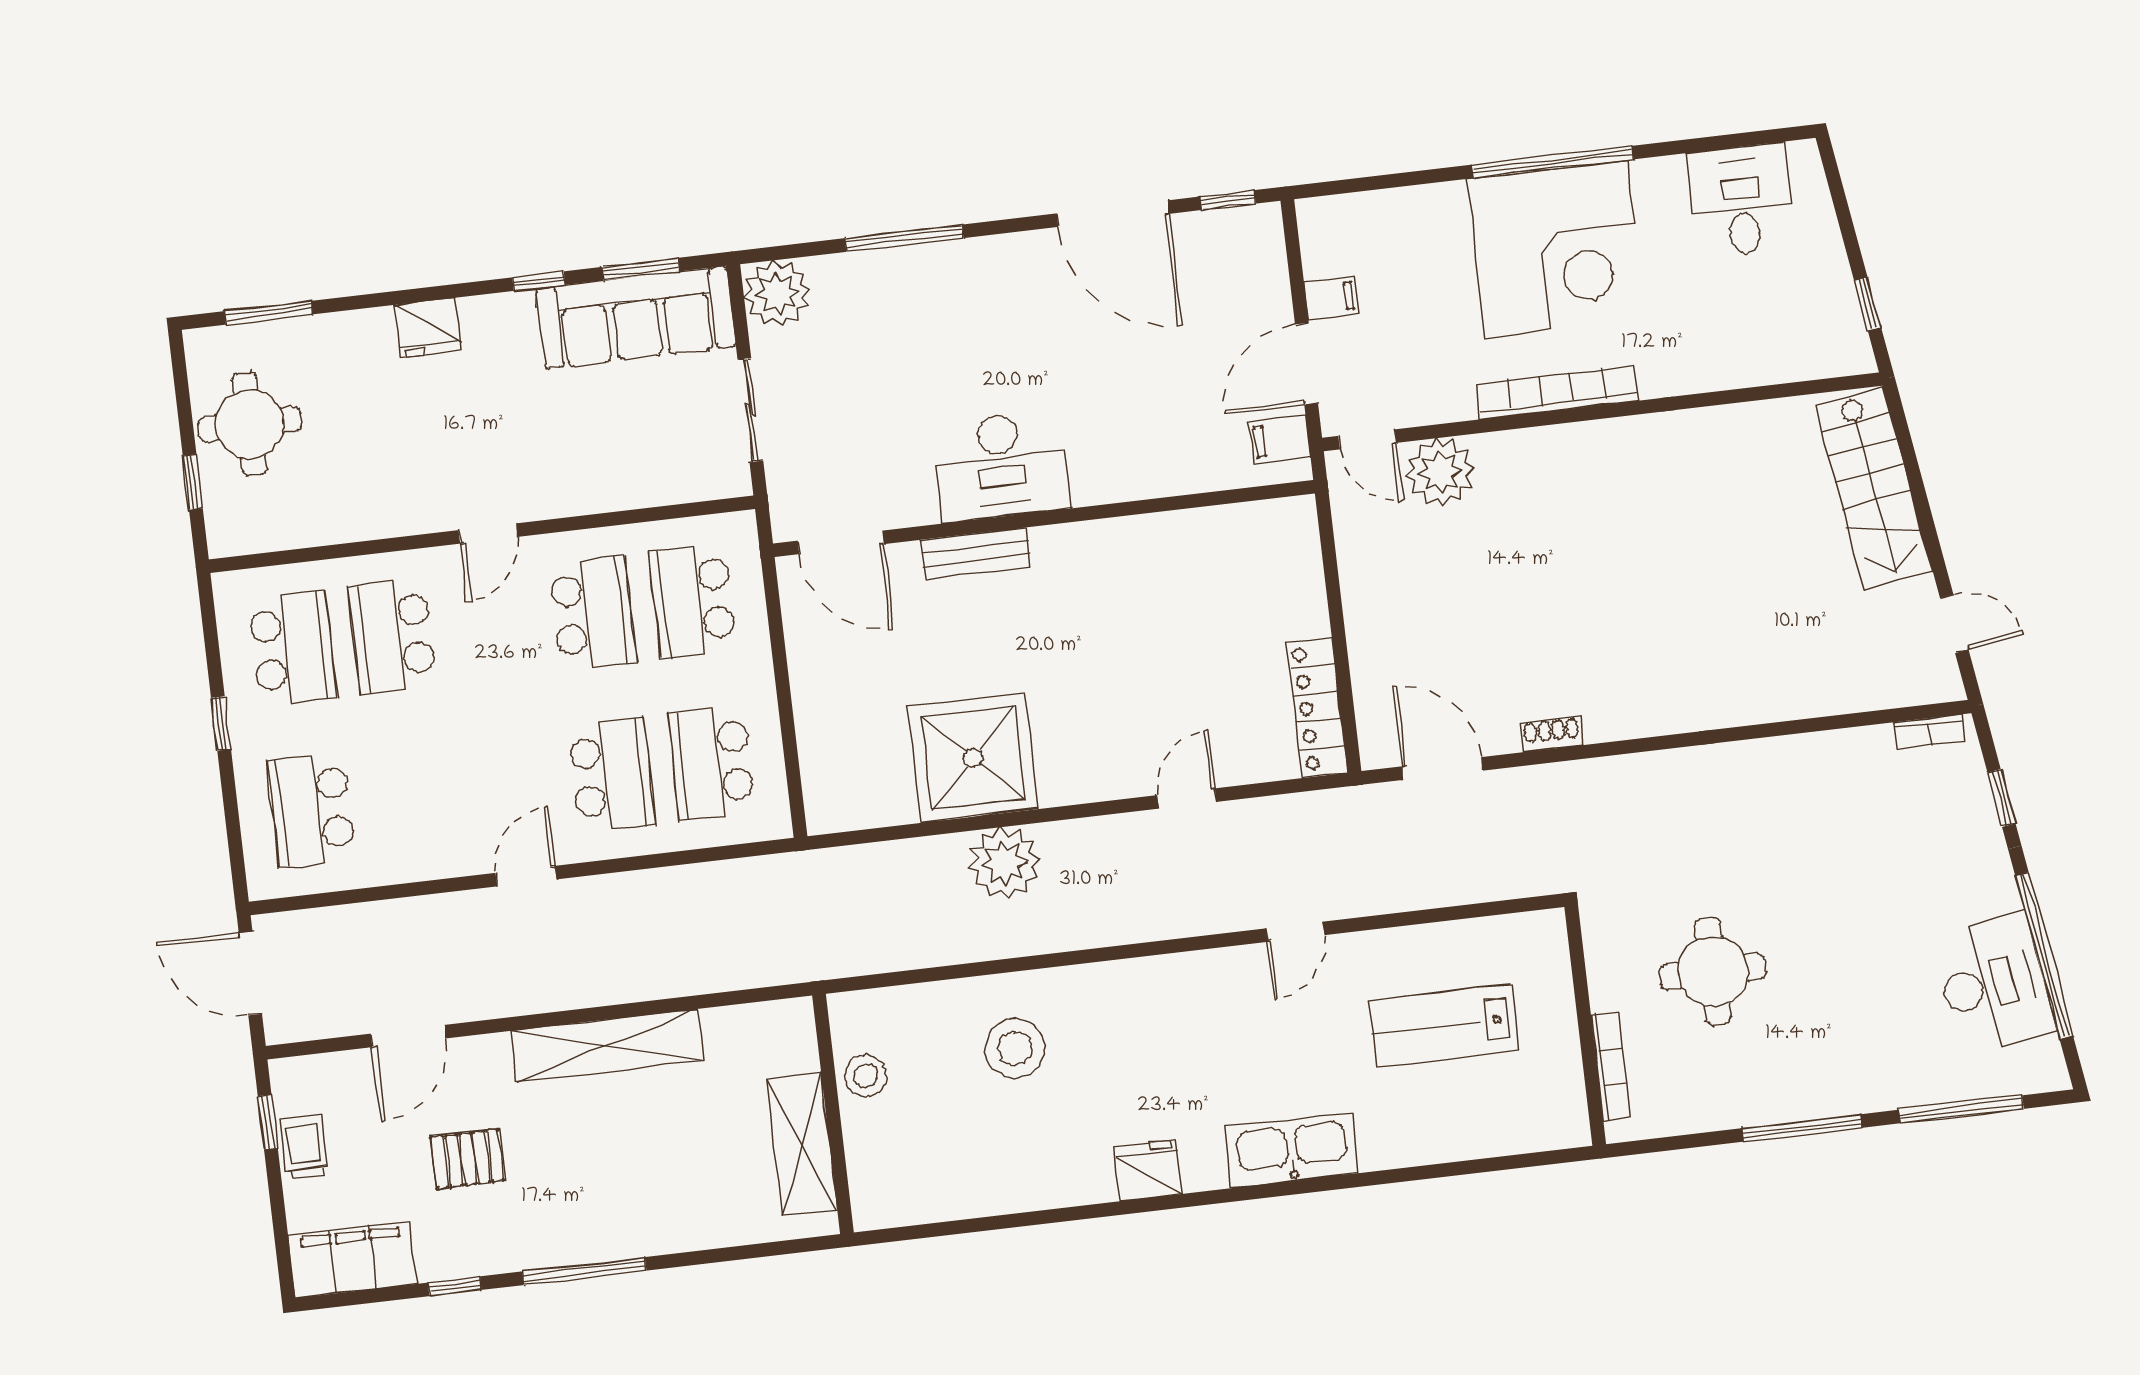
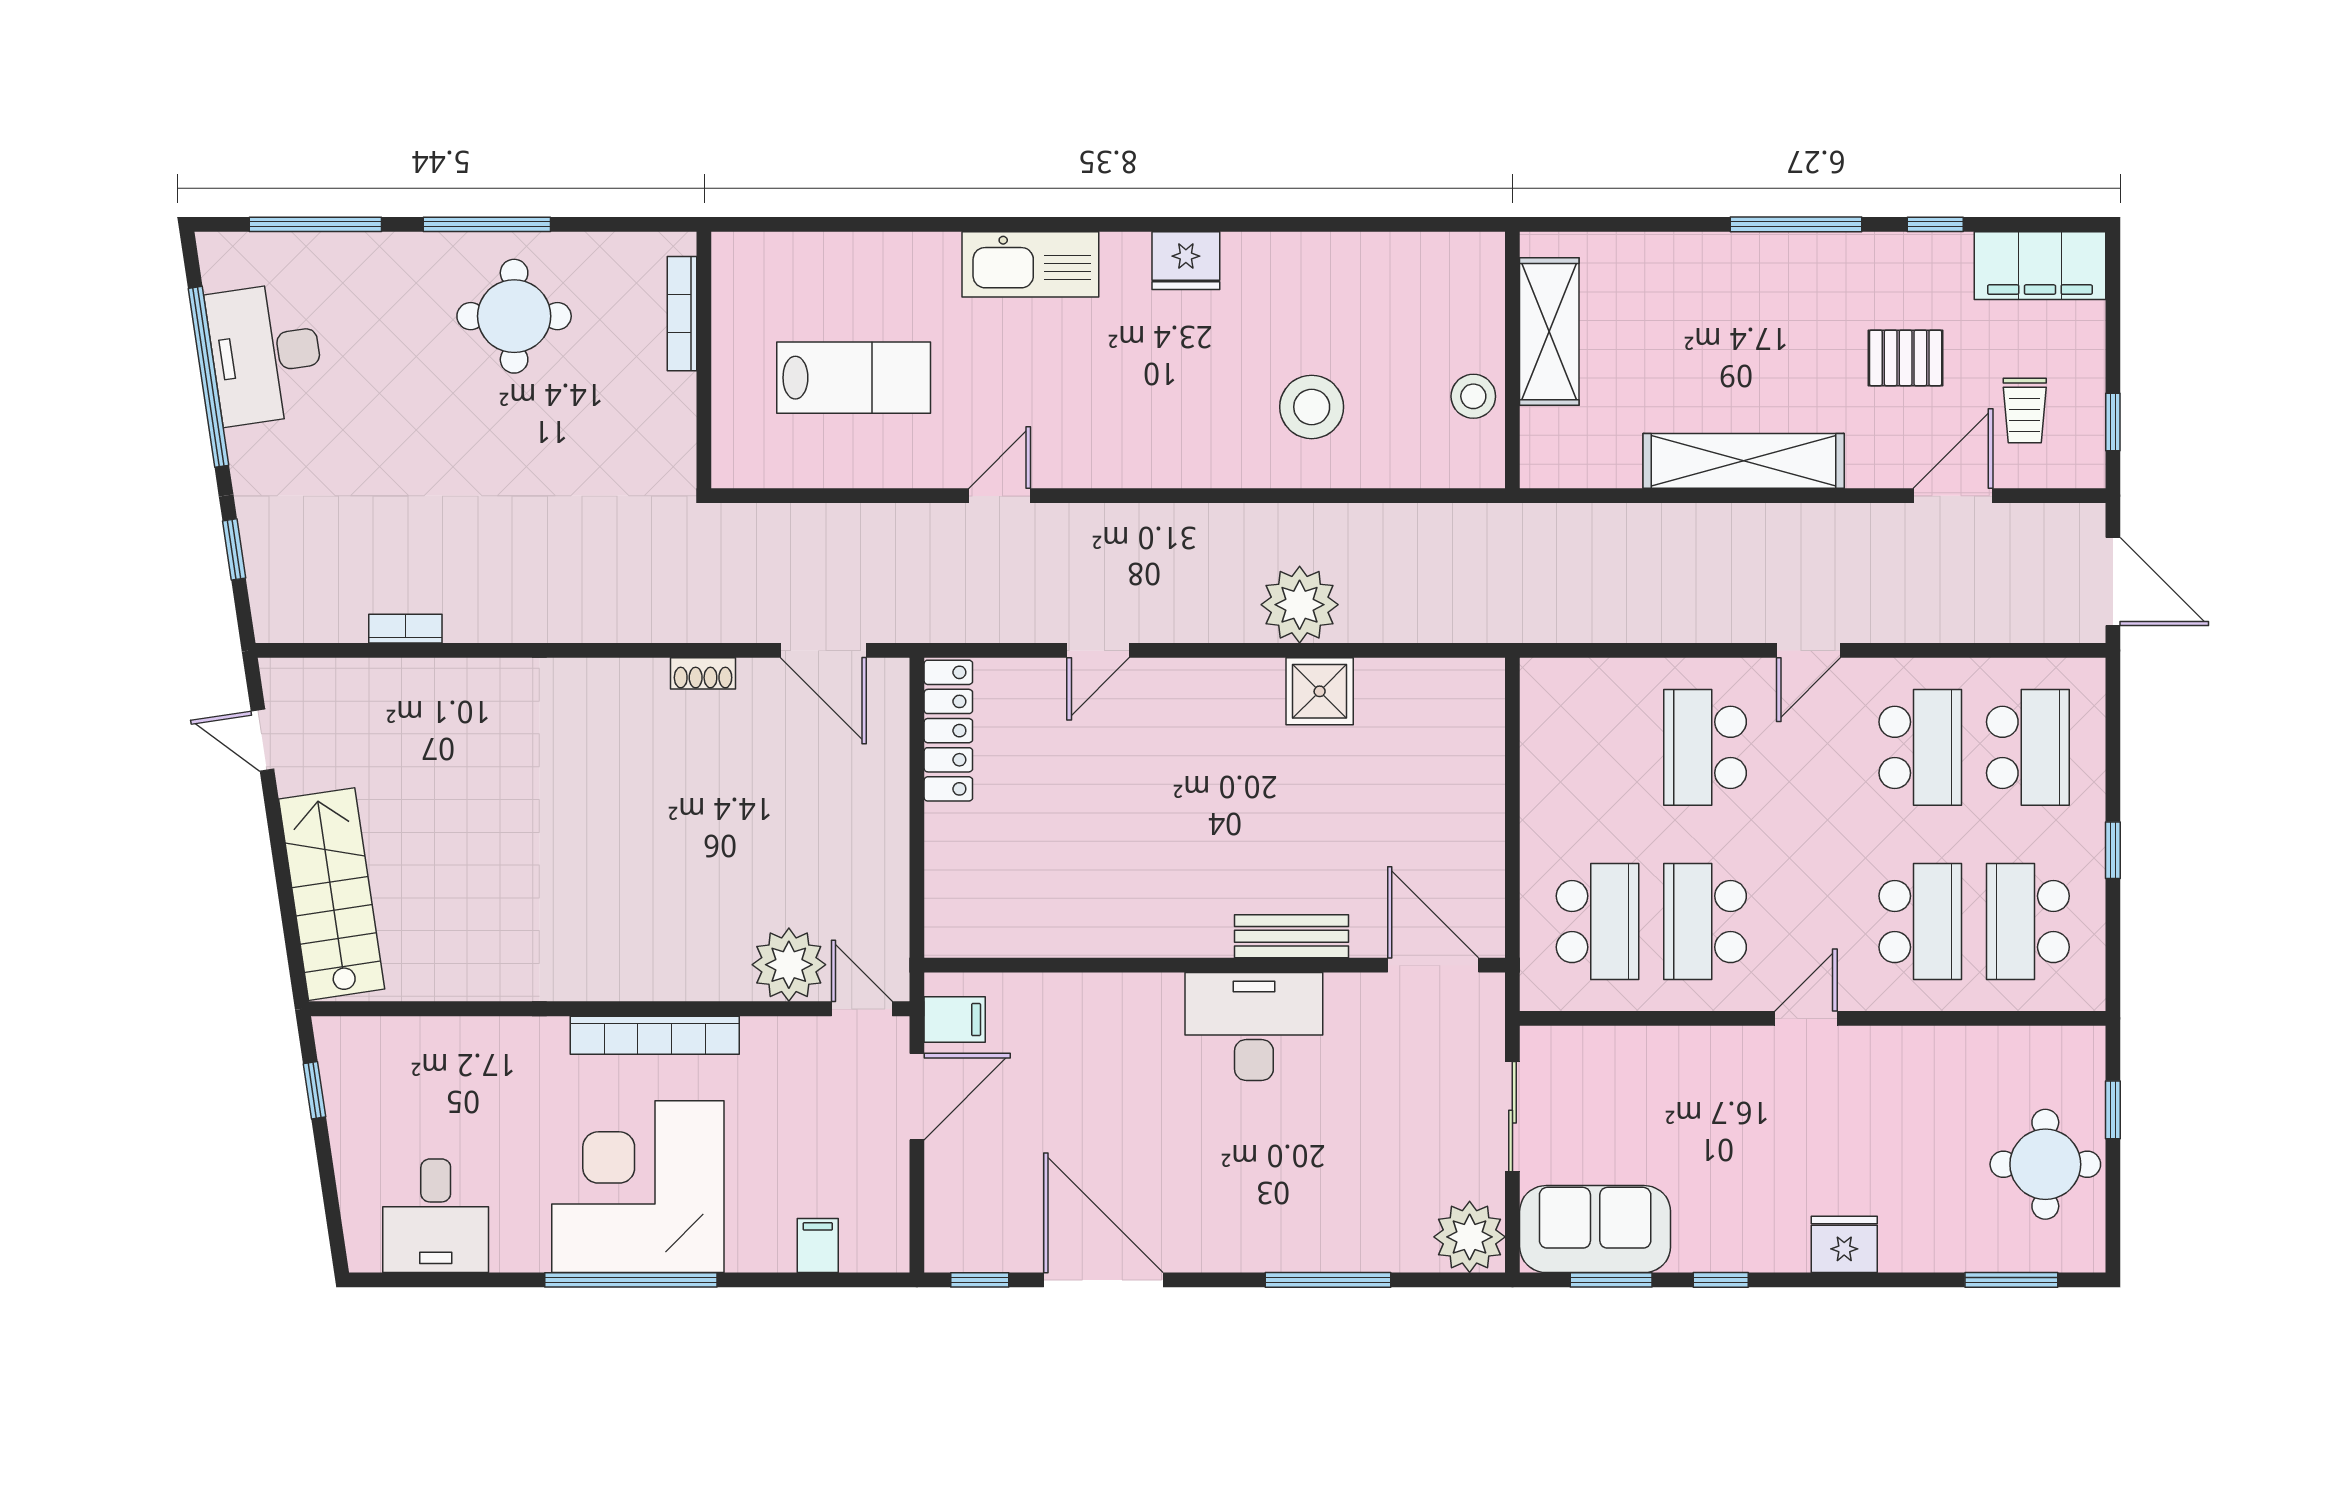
filing cabinet: (1331, 298) -> (818, 1245), moved, turned 90
sofa: (636, 318) -> (1595, 1229), width x0.73
bookcase: (1929, 732) -> (405, 629), moved
shower: (973, 758) -> (1320, 691), width x0.54, depth x0.54
school desk: (712, 763) -> (1920, 747), moved
round table: (1713, 972) -> (514, 316), moved
trolley: (304, 1148) -> (2025, 410), moved

